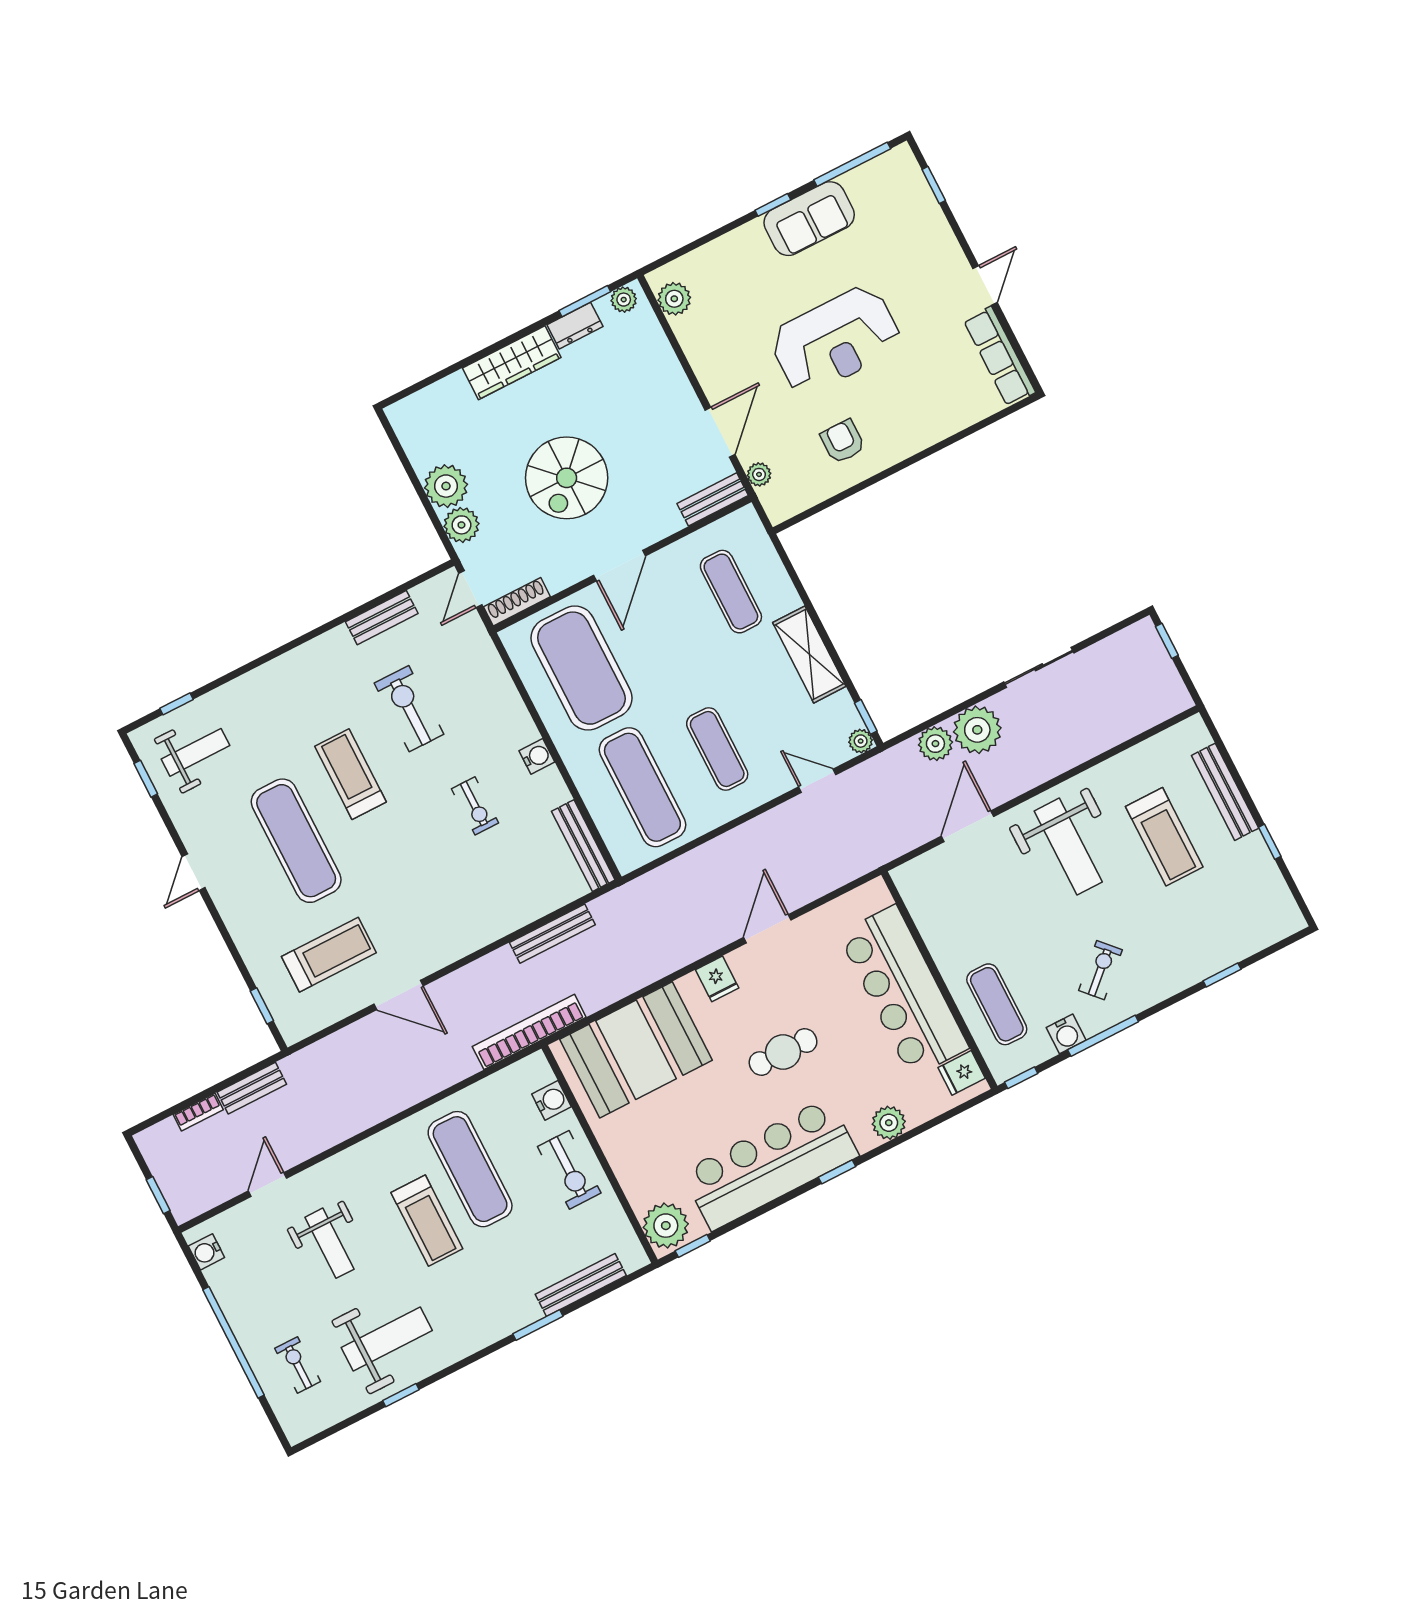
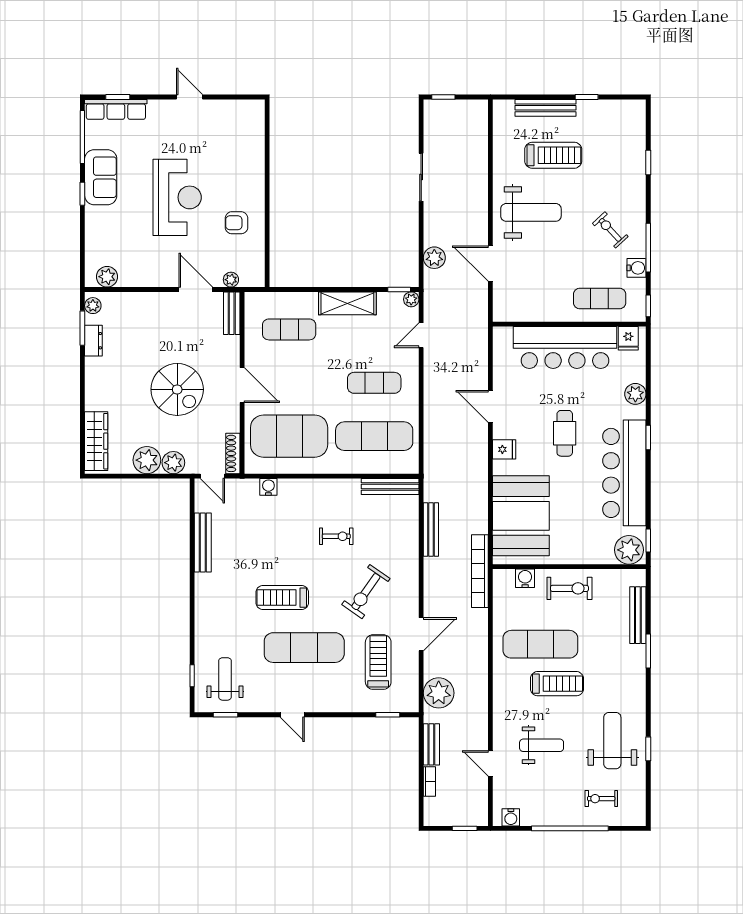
row of seats: (999, 356) -> (116, 109), moved
wardrobe: (512, 363) -> (96, 441), moved
bench: (382, 618) -> (203, 542), width x1.36
exercise bike: (409, 709) -> (366, 592), moved, turned -55
plant: (977, 730) -> (439, 693), moved
water cooler: (537, 756) -> (268, 487), moved

